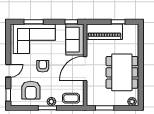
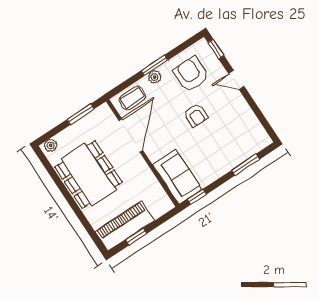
piano: (104, 32) -> (125, 226), moved
corner sofa: (34, 39) -> (230, 143), removed
door: (85, 69) -> (131, 135), moved
door: (8, 71) -> (236, 80), hinge flipped

